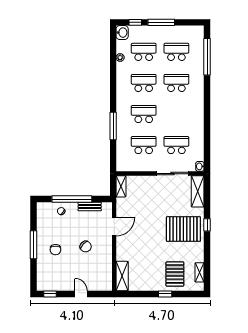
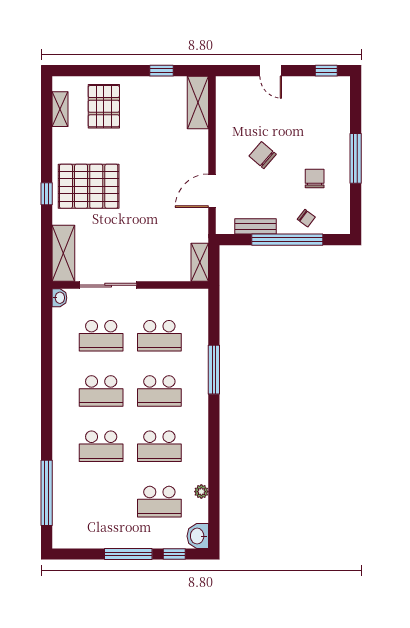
school desk: (176, 52) -> (101, 391), moved
chair: (55, 250) -> (315, 178), moved
window: (165, 294) -> (161, 71), moved

